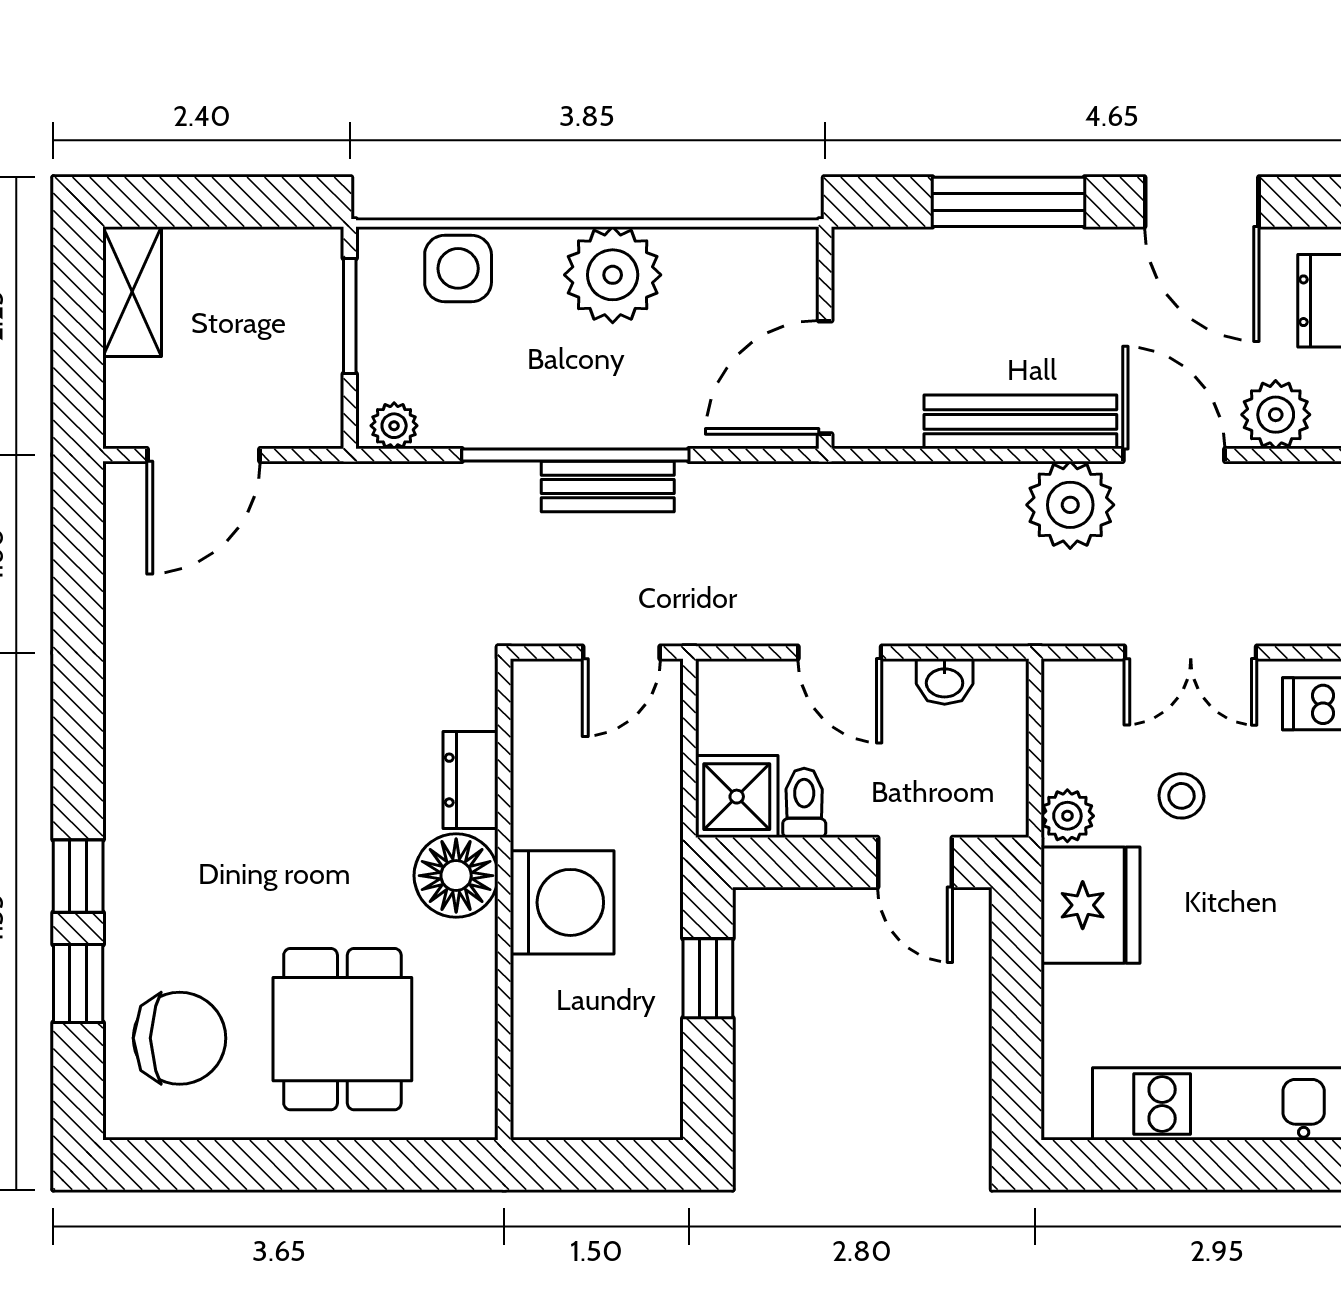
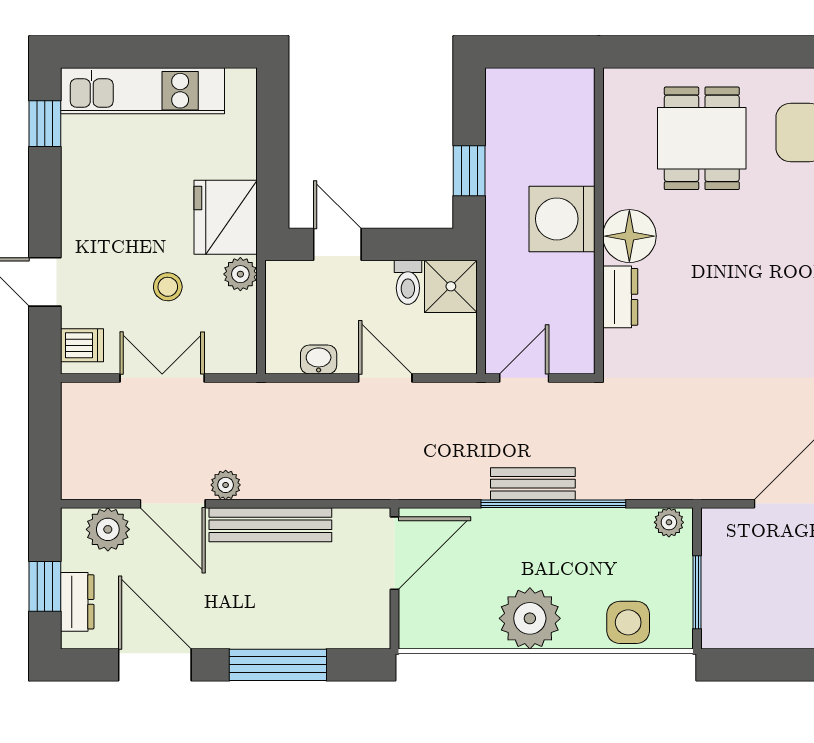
plant: (1070, 505) -> (226, 485), width x0.53, depth x0.53

